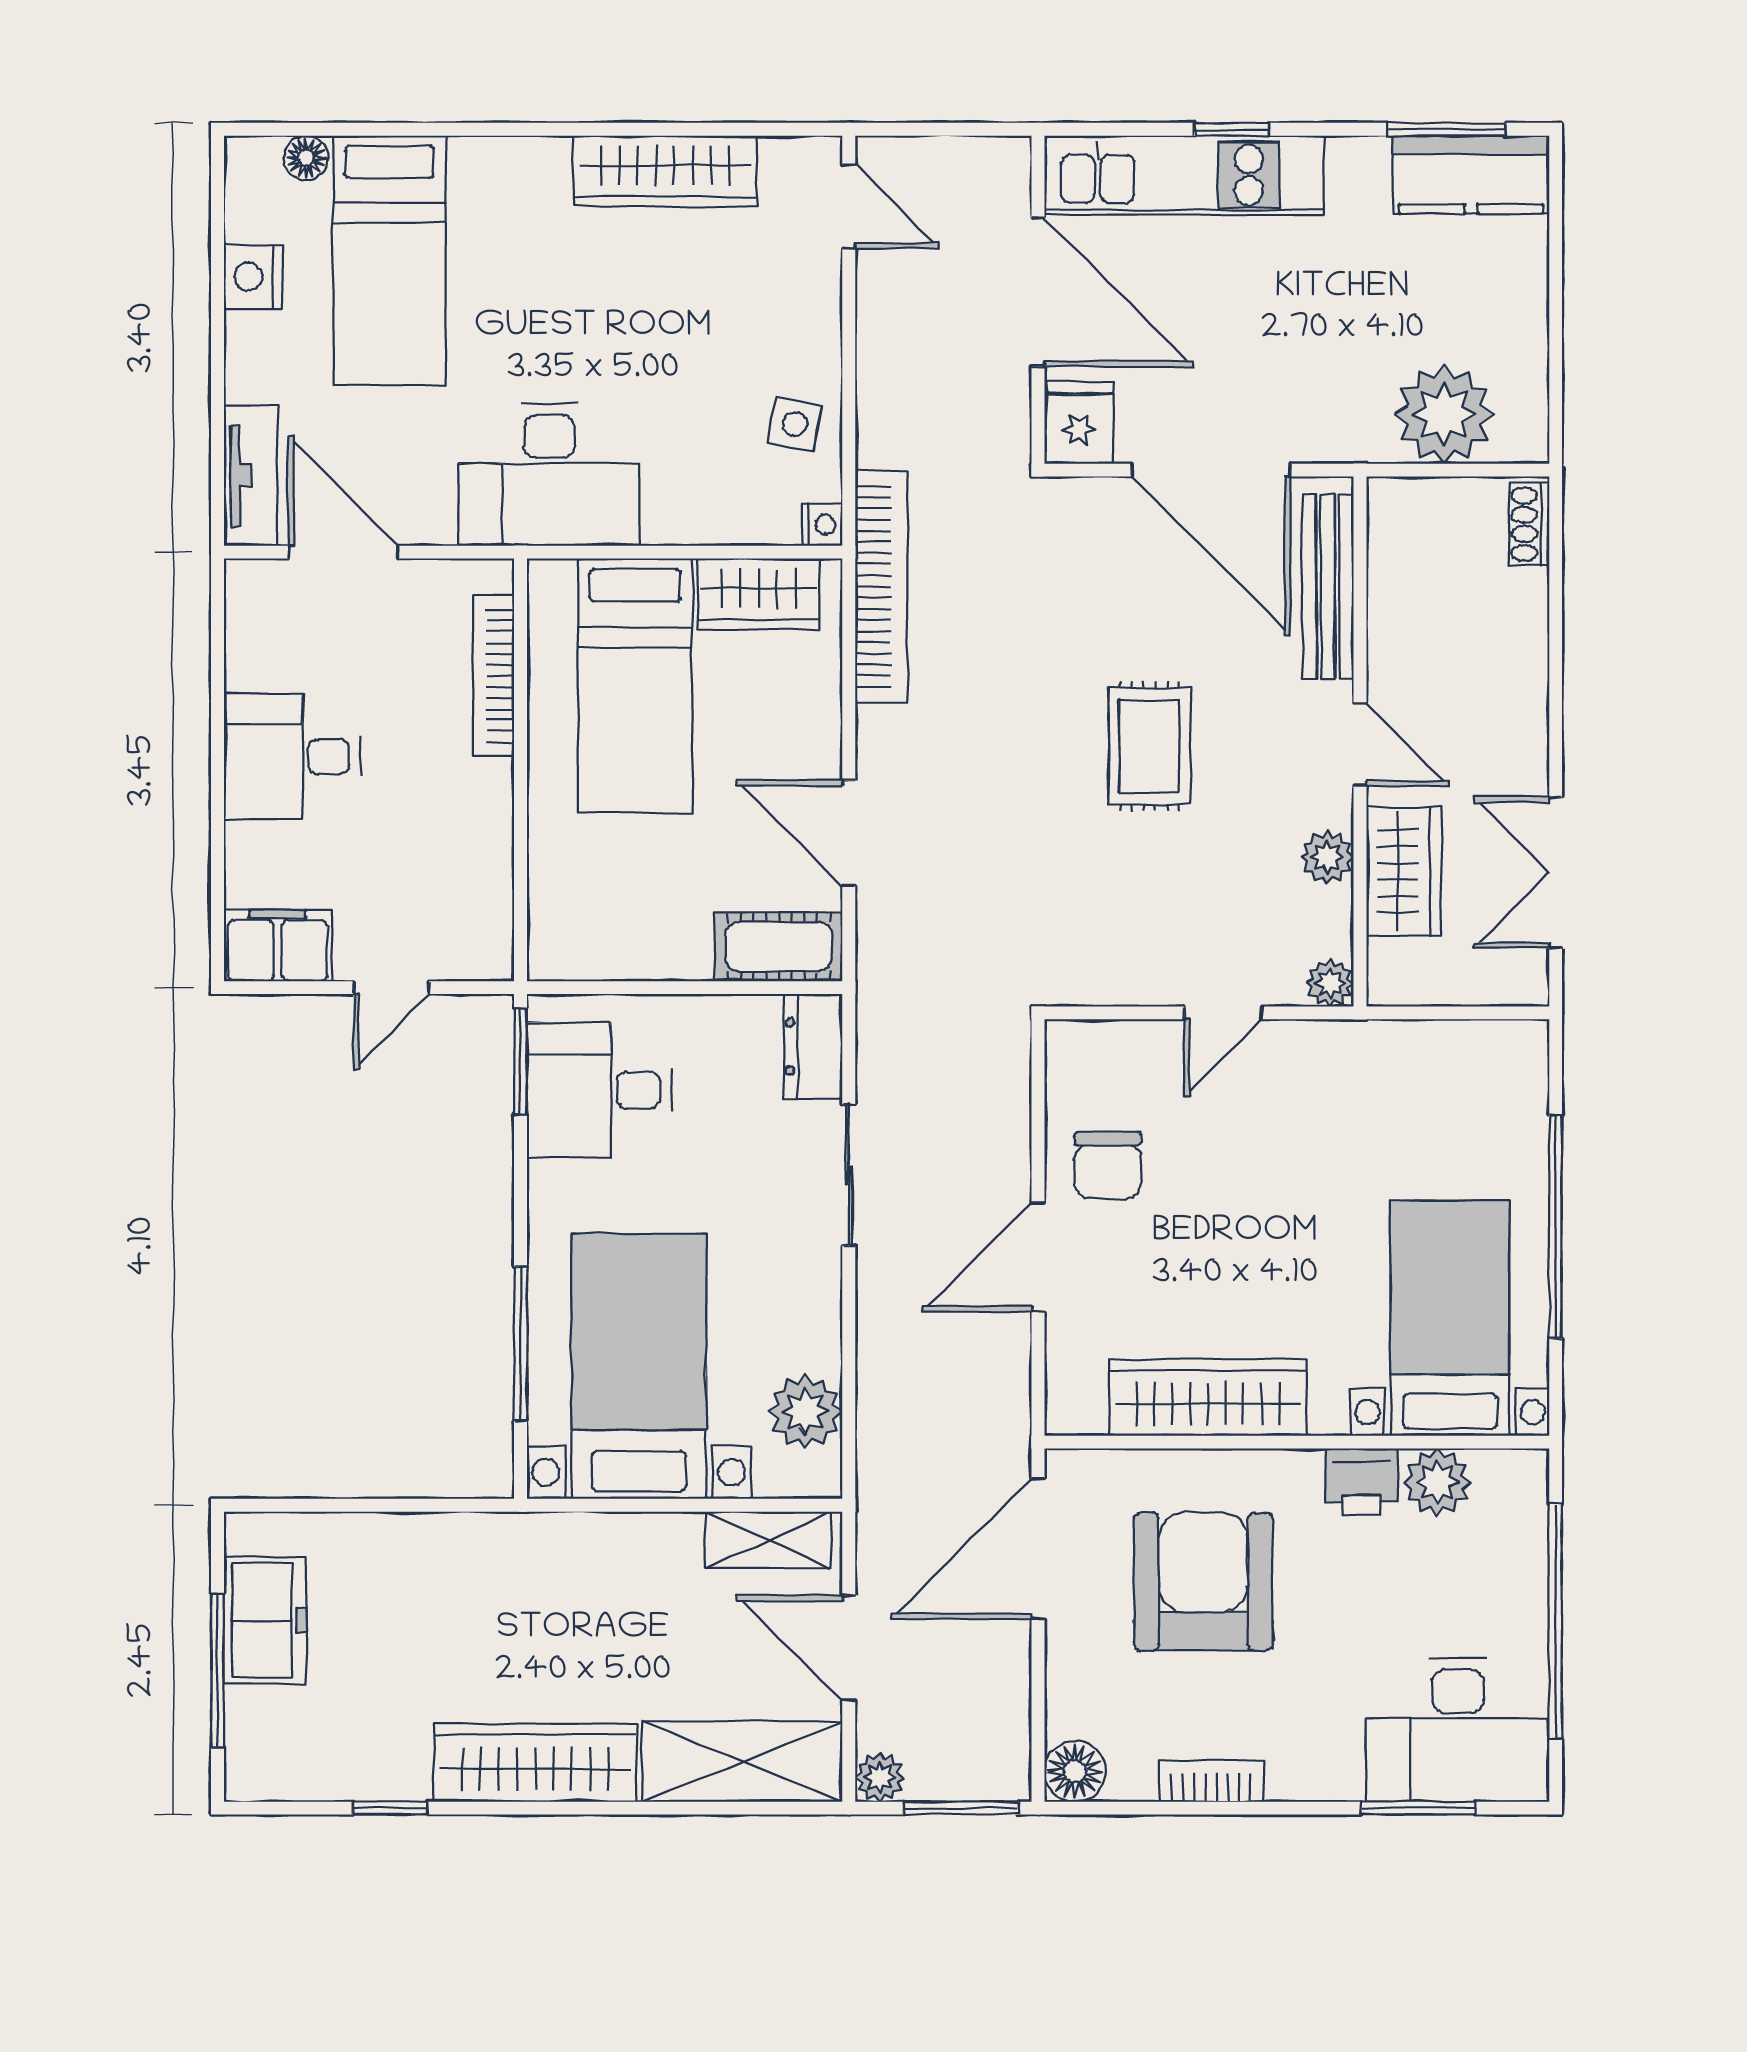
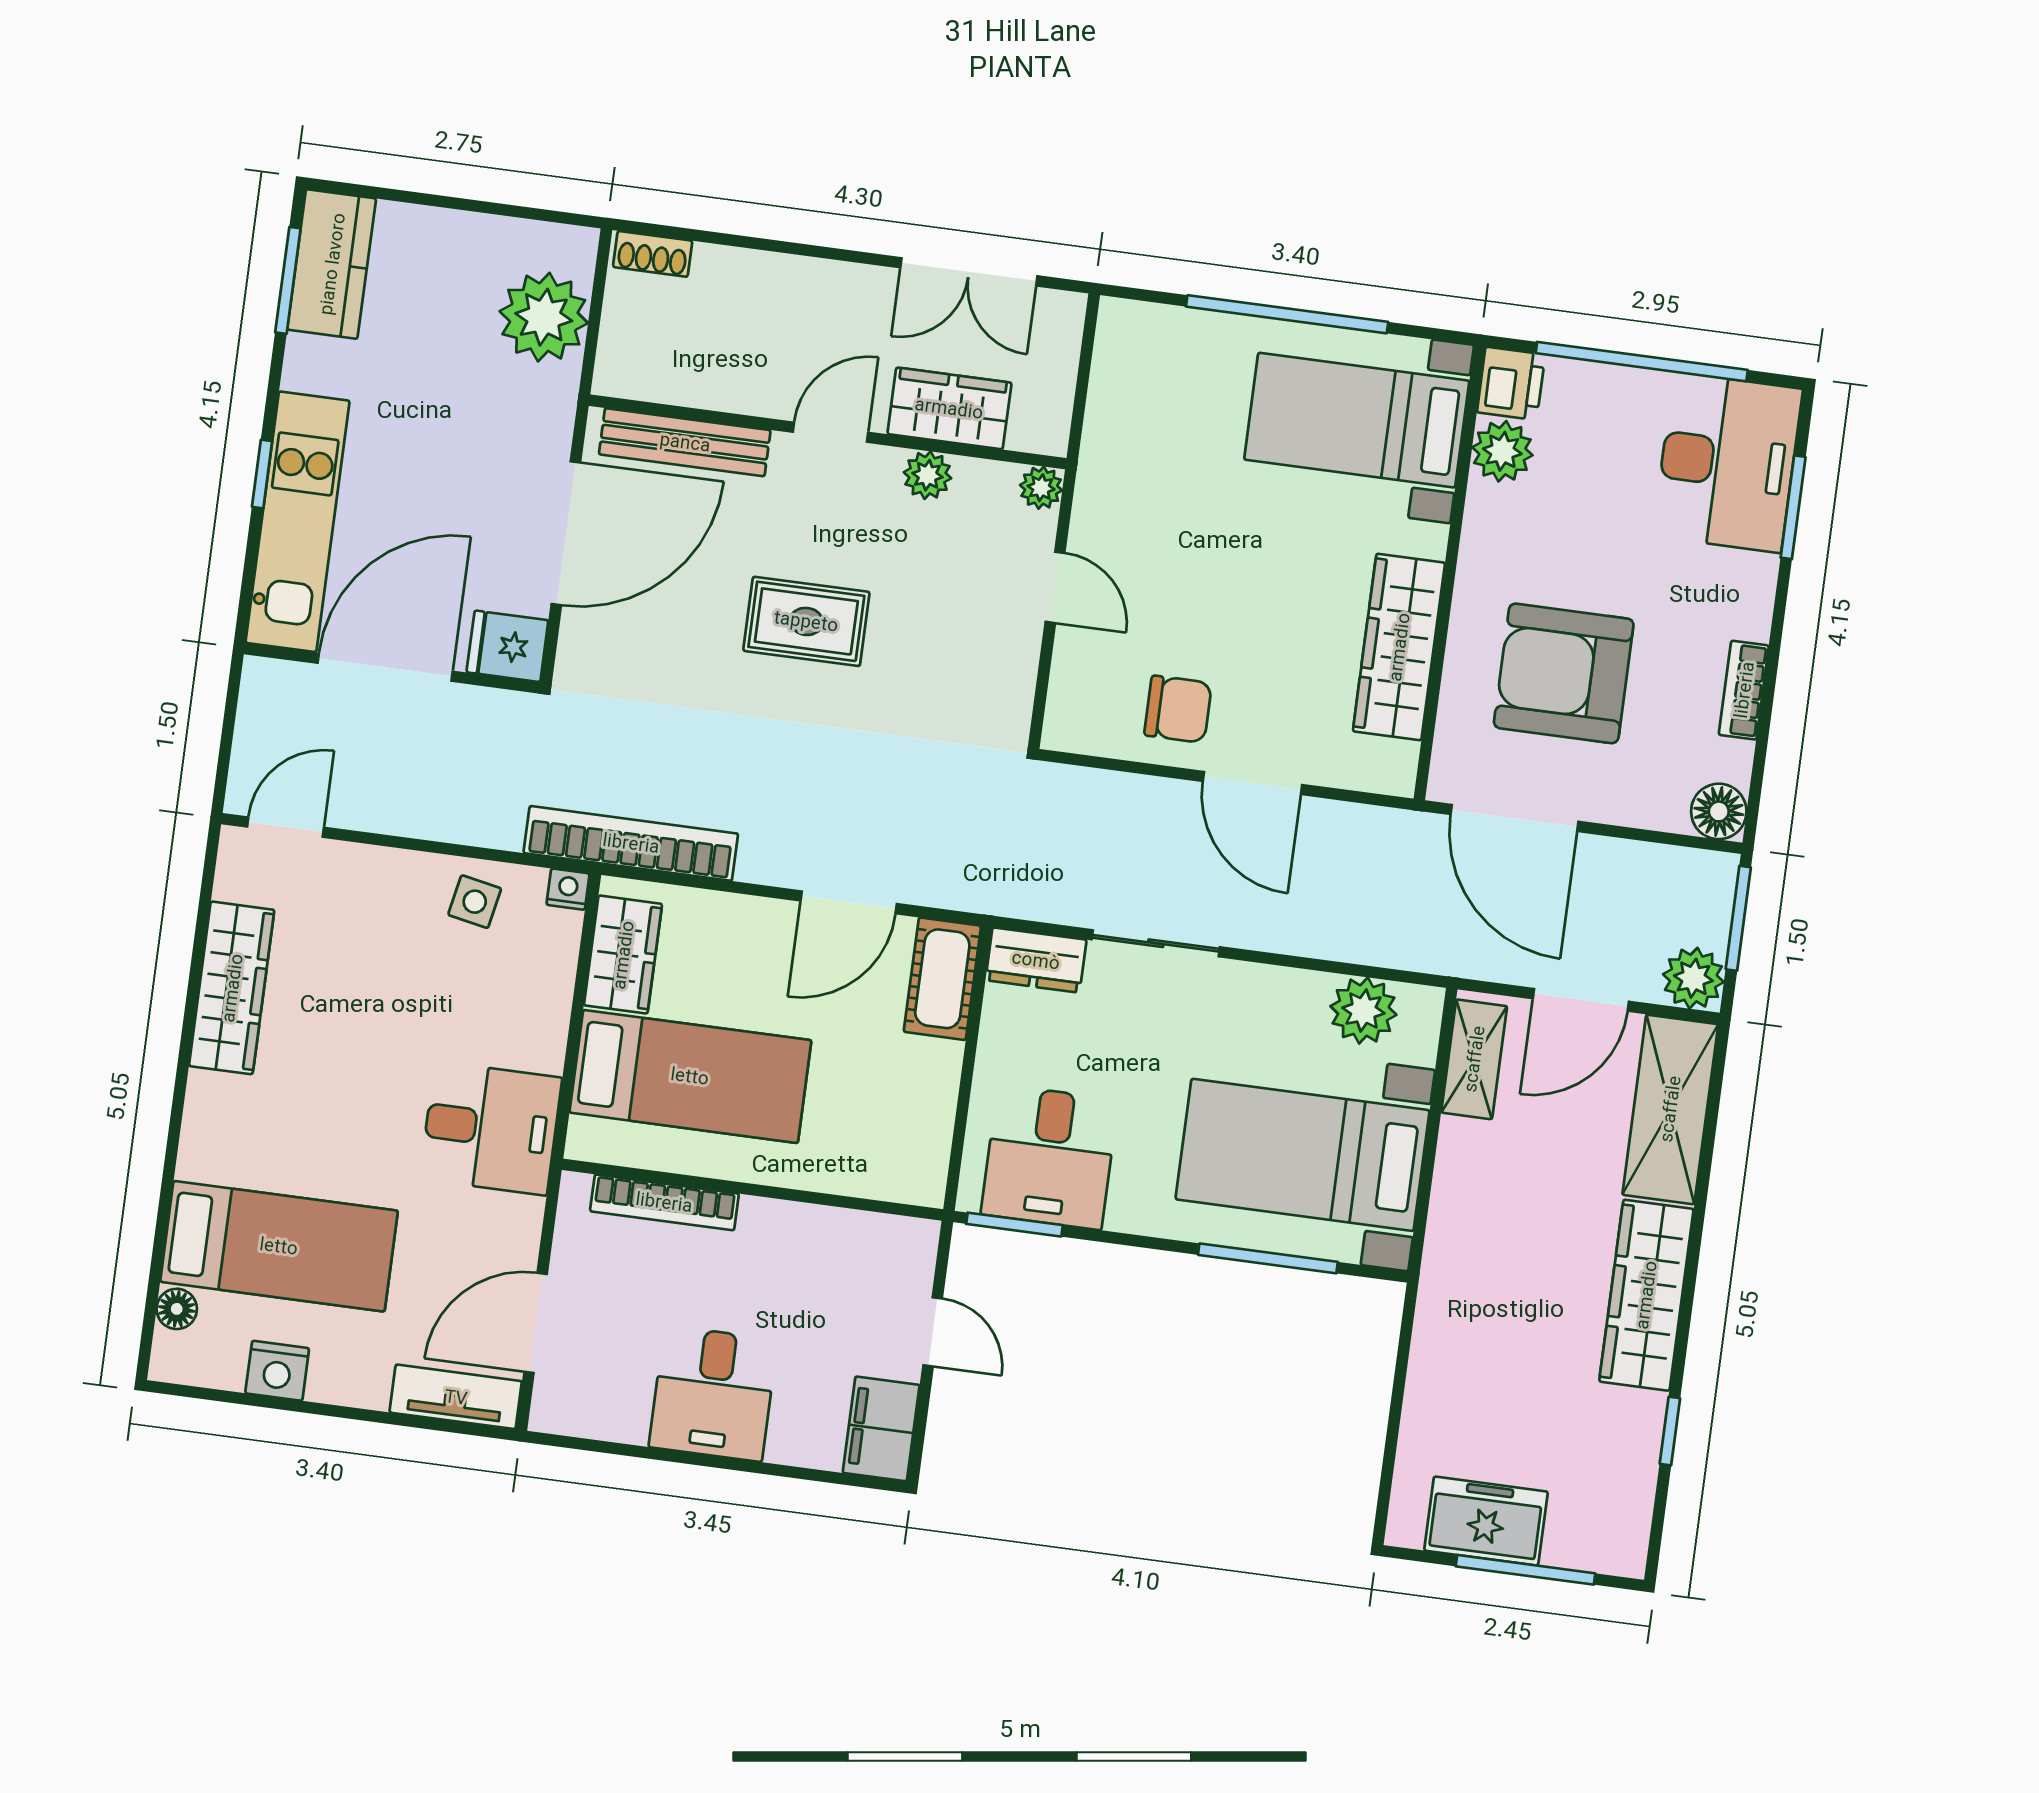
desk: (549, 475) -> (491, 1128), width x0.73
printer: (1362, 1482) -> (1511, 383), moved
plant: (880, 1777) -> (1693, 978), width x1.38, depth x1.38

